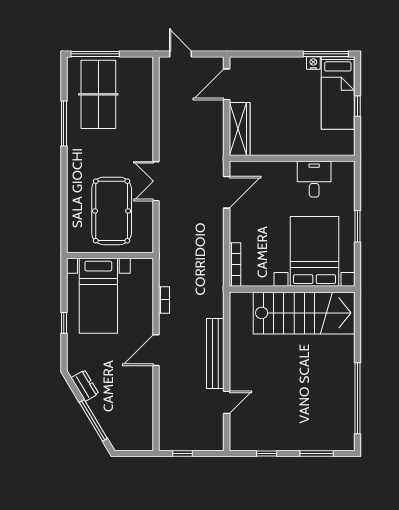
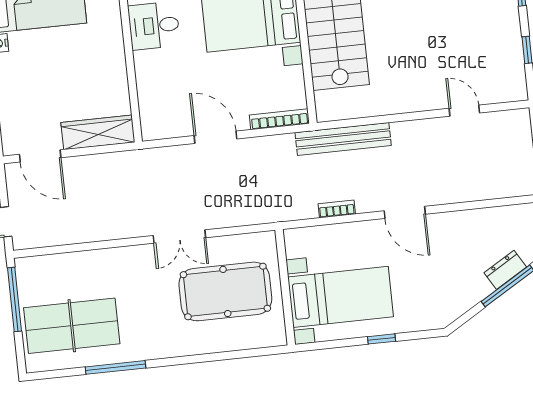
window: (95, 54) -> (15, 299), moved
door: (227, 192) -> (216, 137), moved
bench: (215, 354) -> (343, 139), moved
dresser: (85, 386) -> (505, 270), moved

